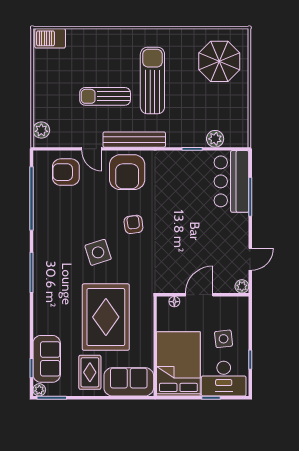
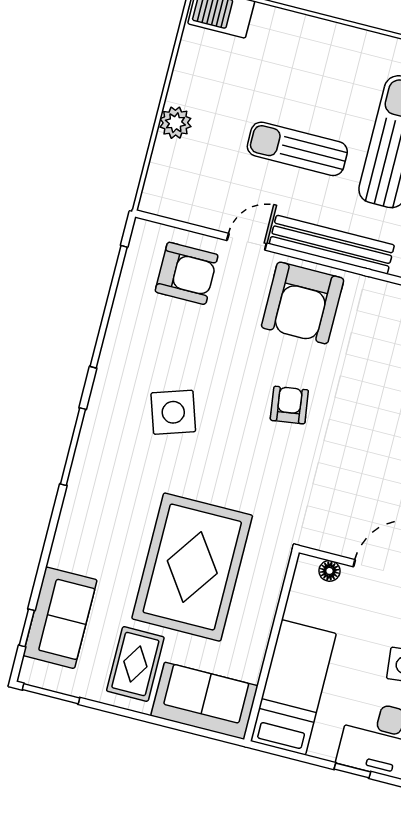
plant: (41, 130) -> (175, 123), moved
door: (92, 149) -> (247, 242), swing flipped
armchair: (66, 172) -> (187, 273), turned 180
side table: (98, 252) -> (173, 412), moved
bed: (178, 364) -> (293, 687), width x0.67
plant: (39, 390) -> (31, 673), removed

